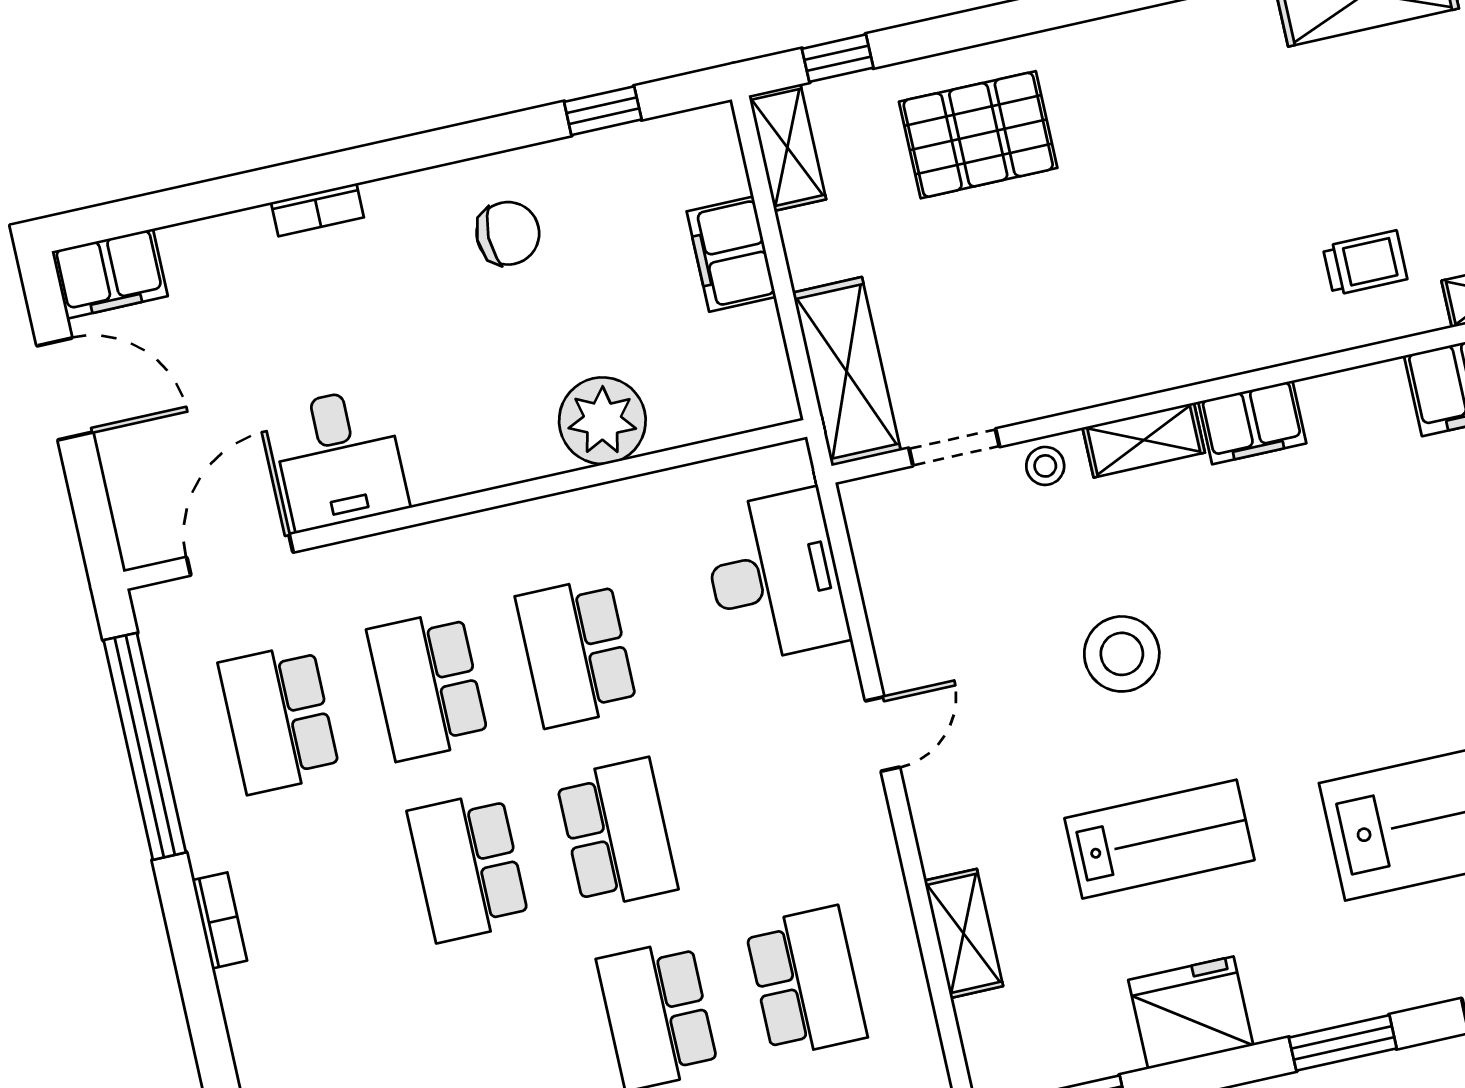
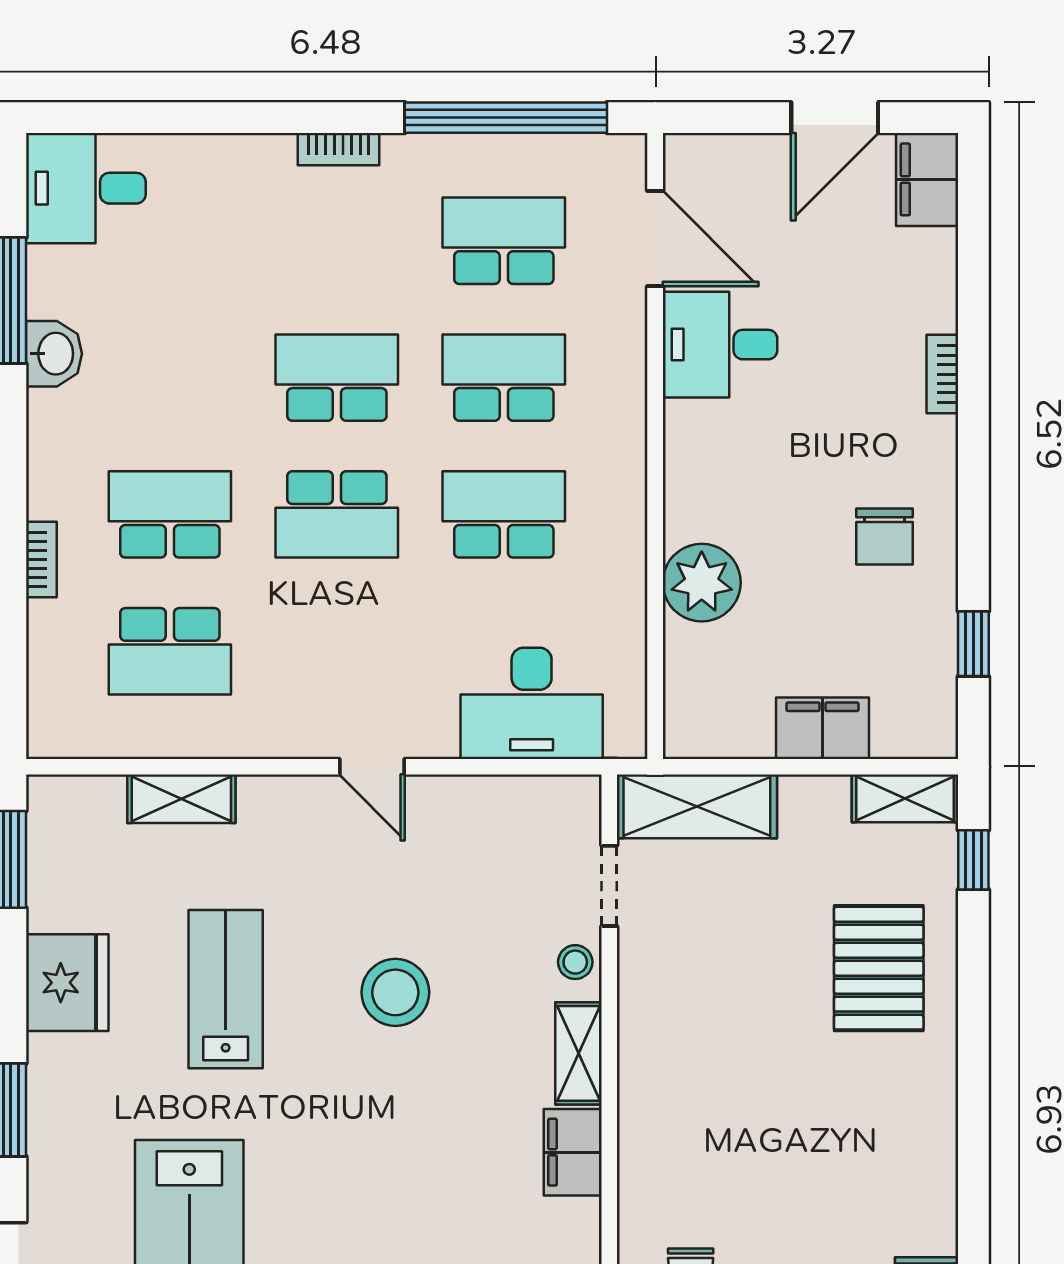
lab bench: (1159, 839) -> (226, 989), turned 180

